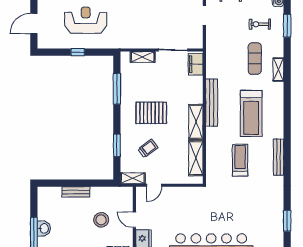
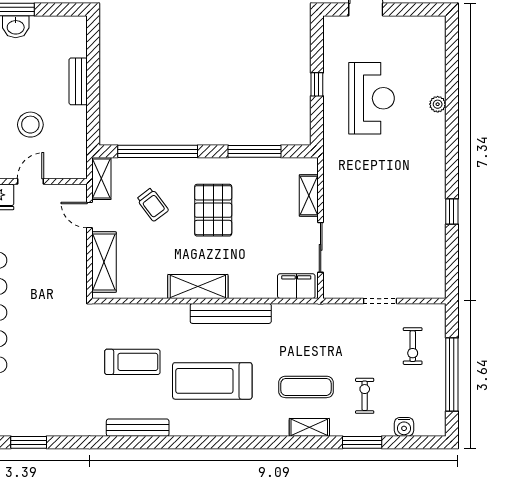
shelving: (278, 69) -> (309, 427), moved
window: (117, 145) -> (158, 151), width x2.11
shelving: (196, 158) -> (104, 262), moved, turned 90

